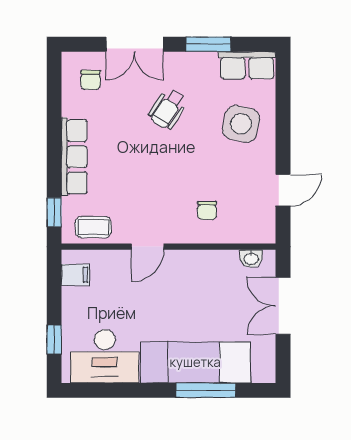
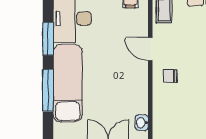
chair: (207, 210) -> (170, 76), moved
window: (133, 390) -> (48, 39), added

